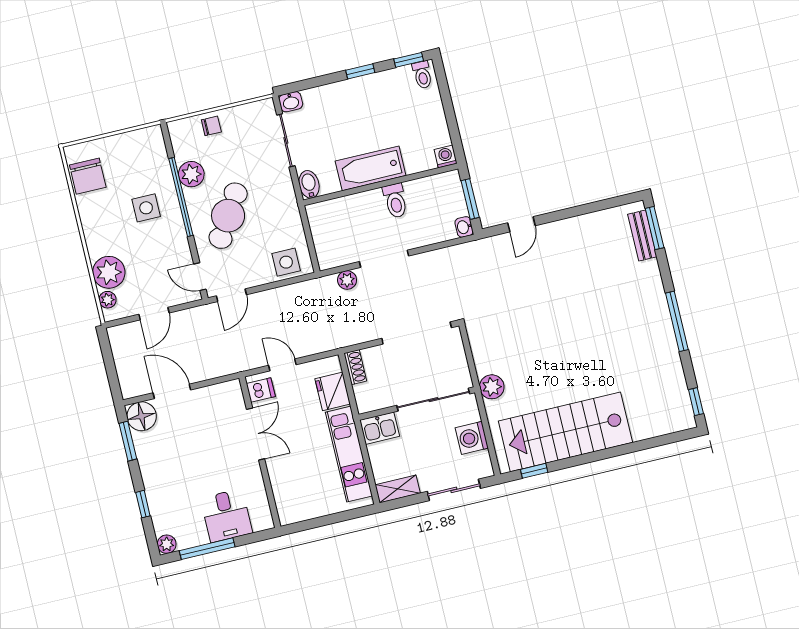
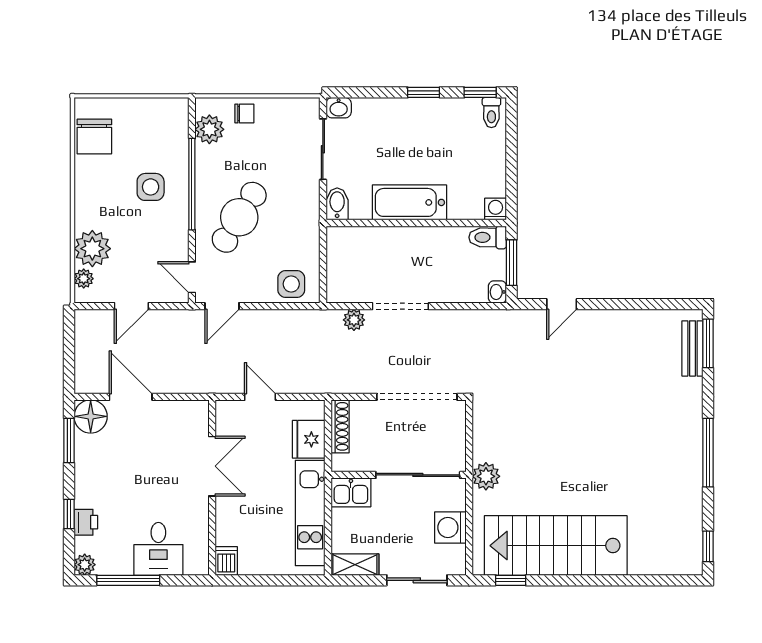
plant: (191, 174) -> (209, 129), moved
toilet: (395, 201) -> (488, 237), moved, turned 90
shoe rack: (355, 367) -> (340, 426), width x1.43
dishwasher: (261, 390) -> (226, 561), moved, turned -90
printer: (159, 508) -> (86, 522), added

